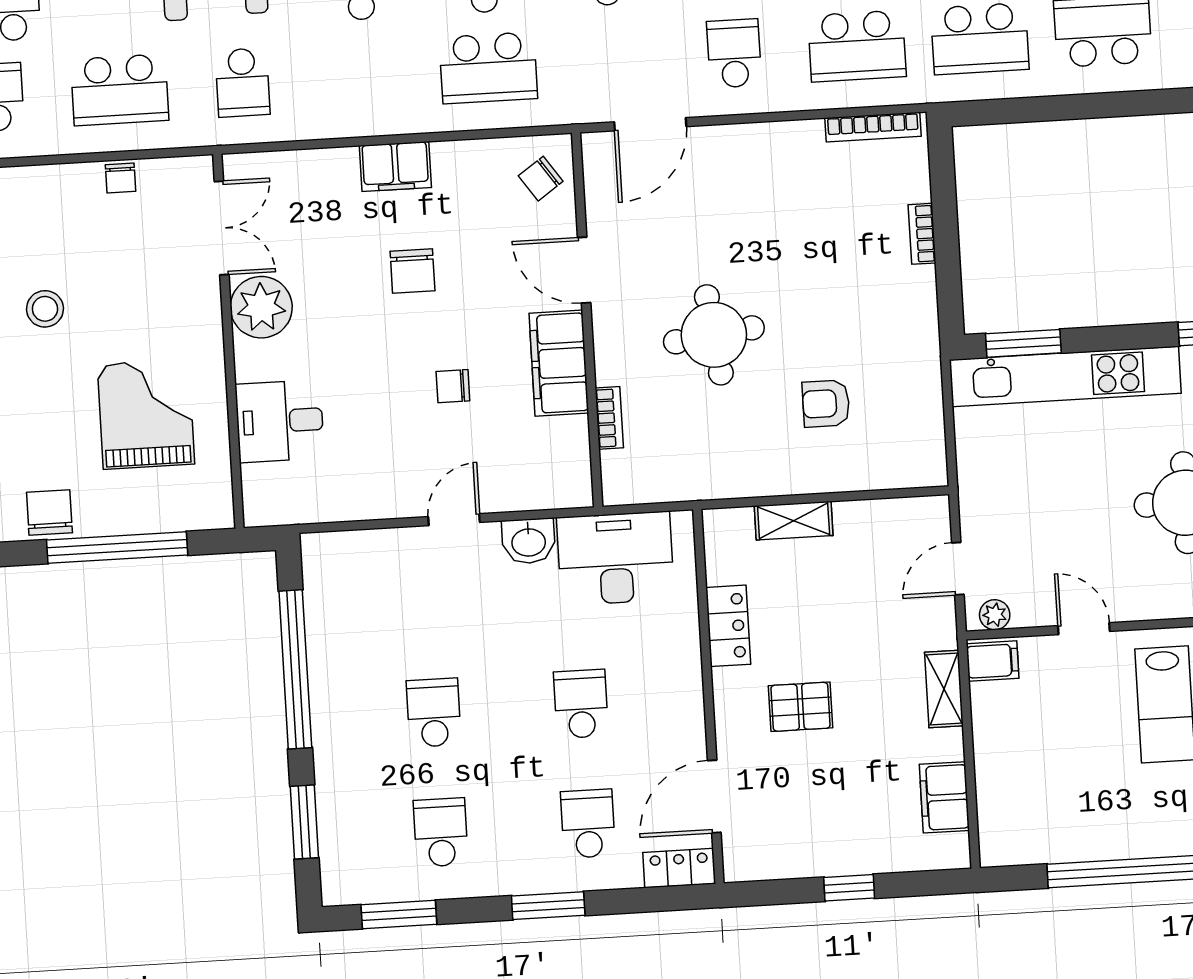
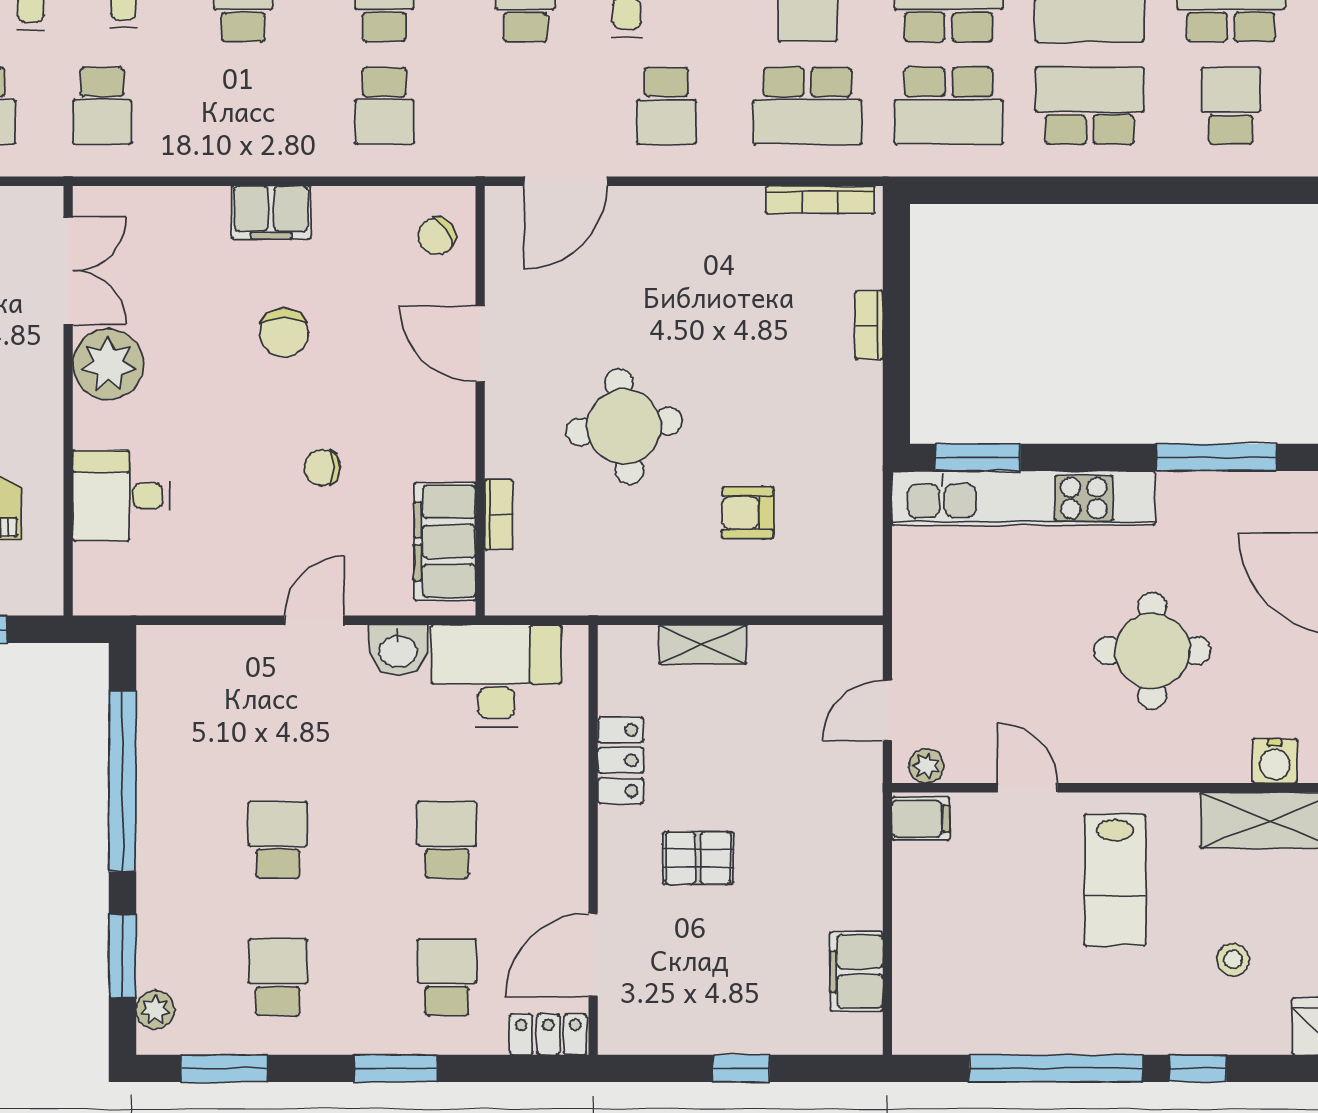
school desk: (734, 53) -> (666, 106), turned 180
school desk: (488, 68) -> (384, 106), width x0.54
filing cabinet: (559, 363) -> (445, 541), moved
shelving: (944, 689) -> (863, 847), removed
plant: (336, 867) -> (155, 1010), added

